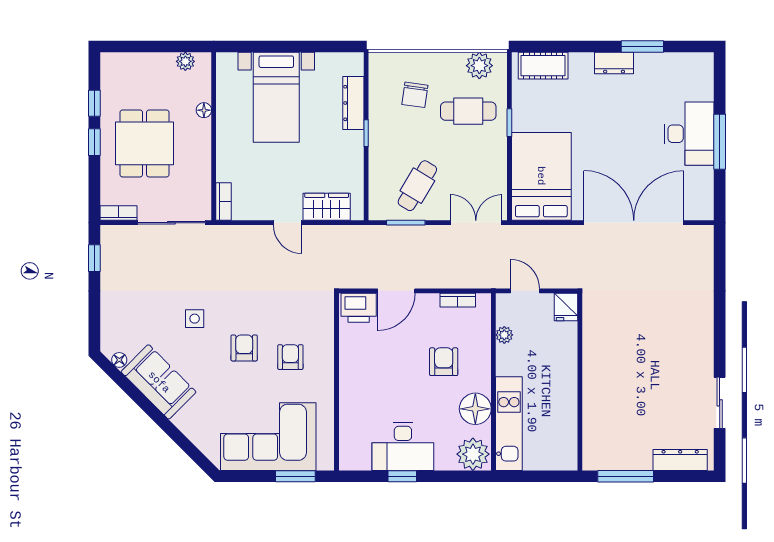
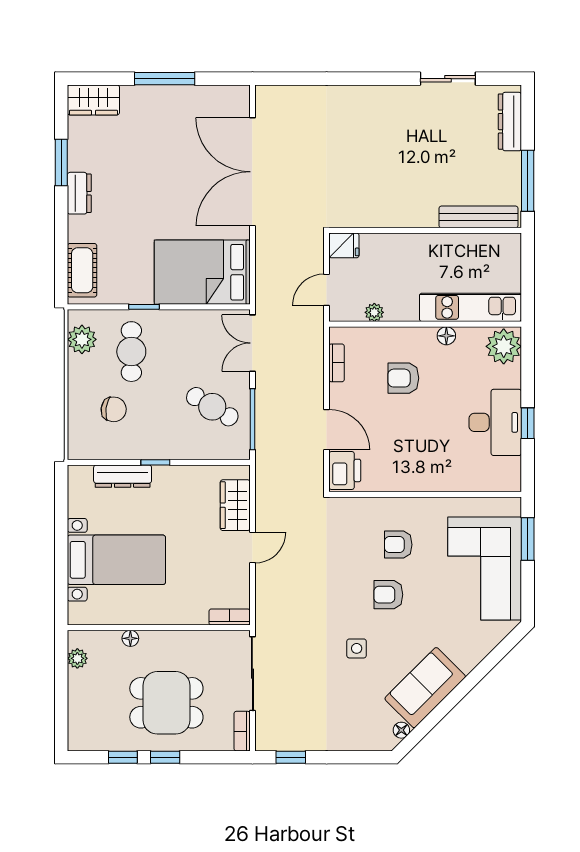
wardrobe: (700, 76) -> (93, 100), added
desk: (689, 134) -> (156, 112), removed
window: (406, 223) -> (252, 419), width x1.44
floor lamp: (475, 409) -> (446, 336), width x0.53, depth x0.53
bench: (592, 431) -> (478, 217), added

